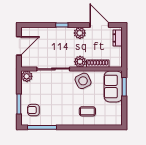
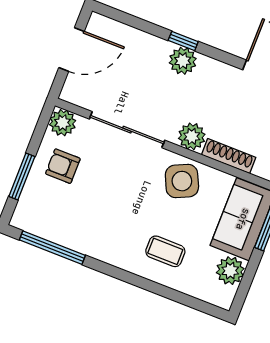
plant: (80, 33) -> (183, 61), moved
plant: (116, 109) -> (230, 271), added
armchair: (33, 110) -> (63, 166), moved

